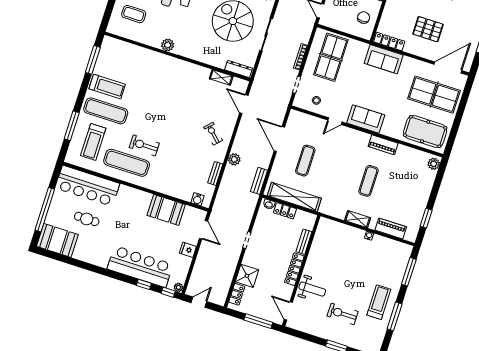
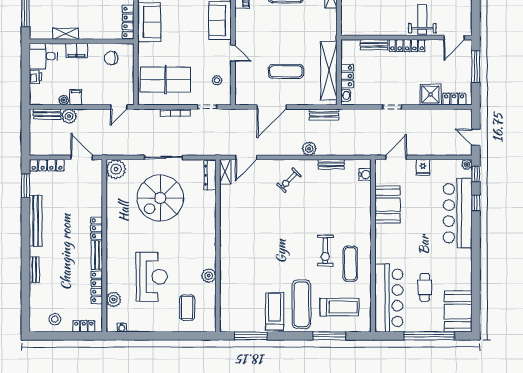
plant: (168, 45) -> (209, 276), moved
shelving: (221, 77) -> (225, 172), moved
exercise mat: (127, 163) -> (350, 264), width x0.73, depth x0.69

